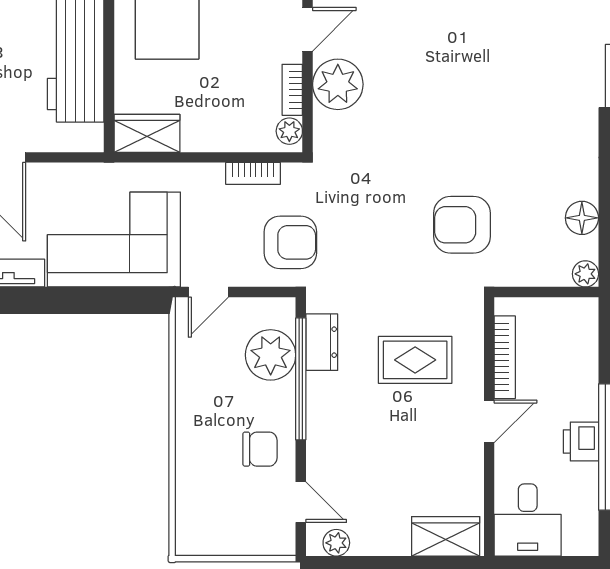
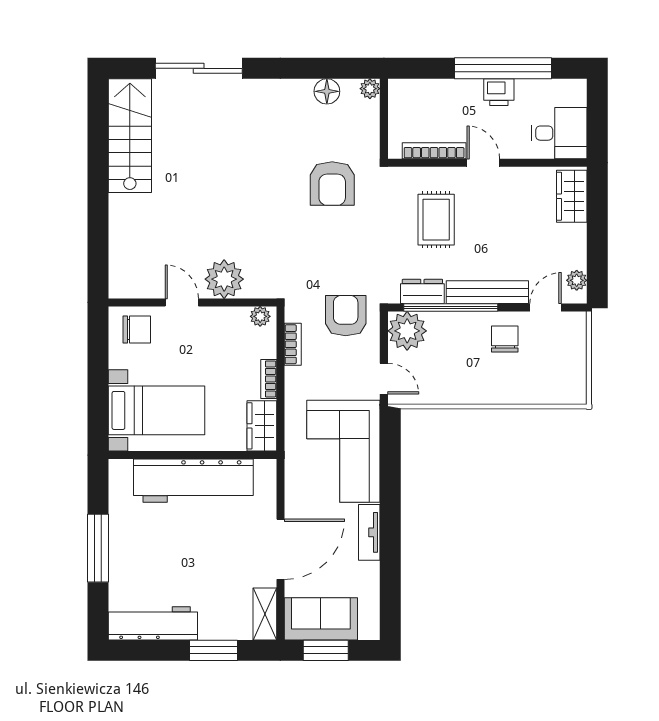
bookcase: (292, 90) -> (269, 379), moved, turned 90
plant: (271, 355) -> (407, 331), moved
bench: (321, 427) -> (487, 292), added

